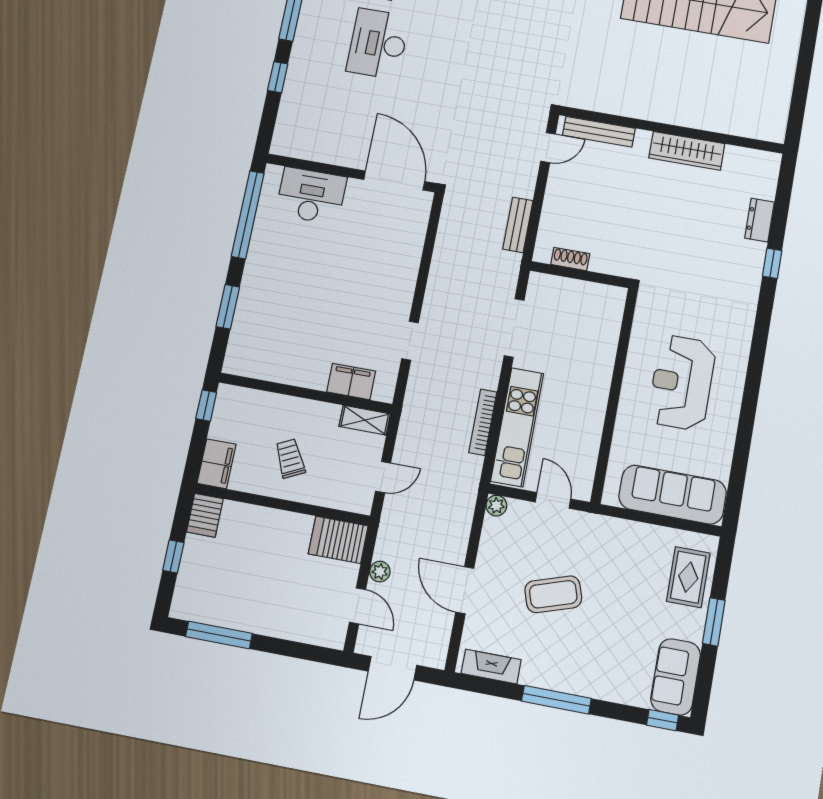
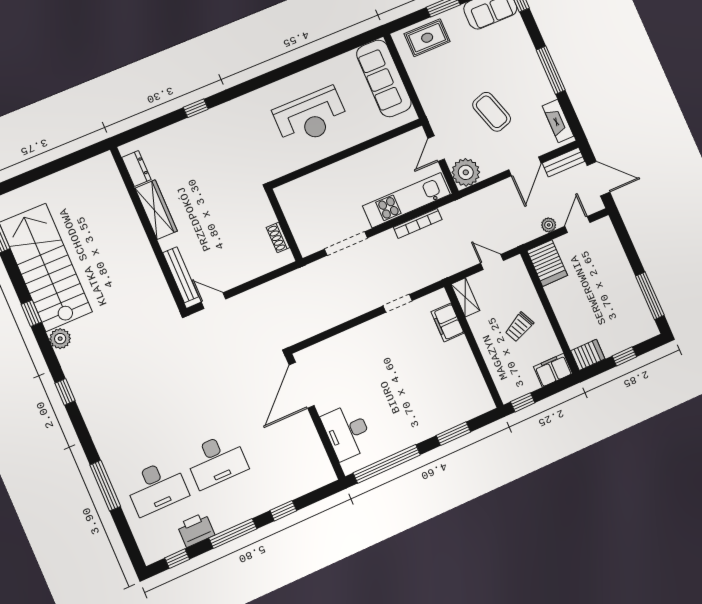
dresser: (760, 220) -> (136, 169), moved, turned -90
bench: (518, 225) -> (564, 162), moved
plant: (496, 506) -> (466, 172), width x1.88, depth x1.88

